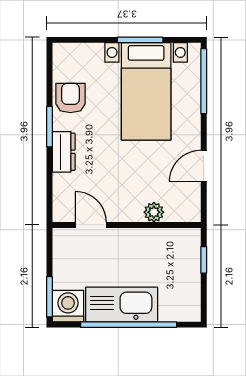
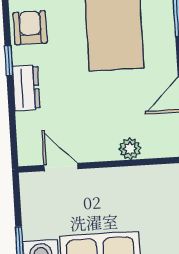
window: (49, 127) -> (9, 61), width x0.67

